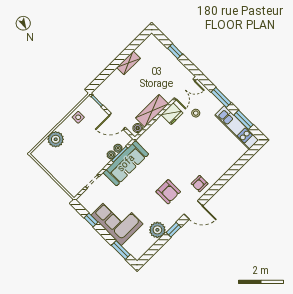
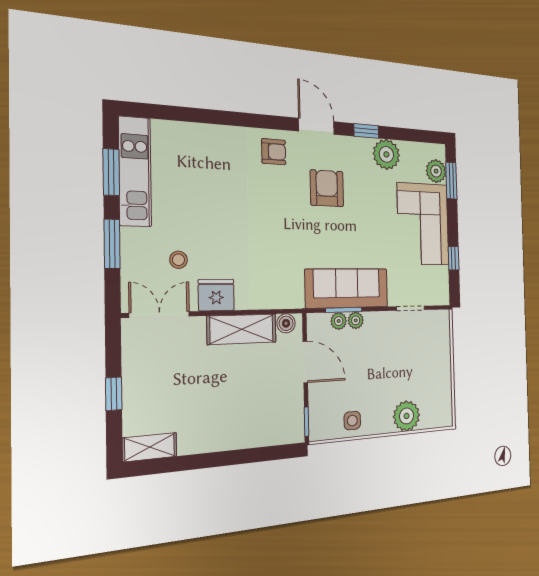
shelving: (129, 63) -> (150, 447), moved
plant: (131, 246) -> (436, 171), added

